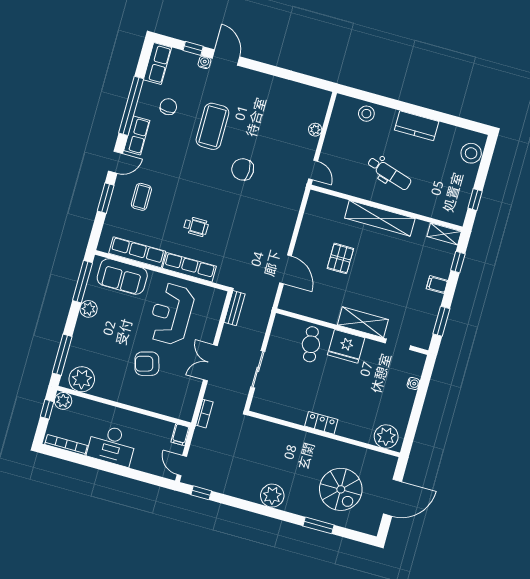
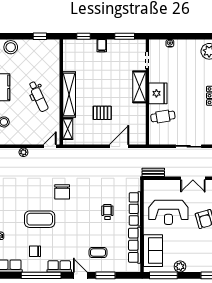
dental chair: (389, 173) -> (38, 96), turned 138
shelving: (444, 234) -> (68, 129), moved

